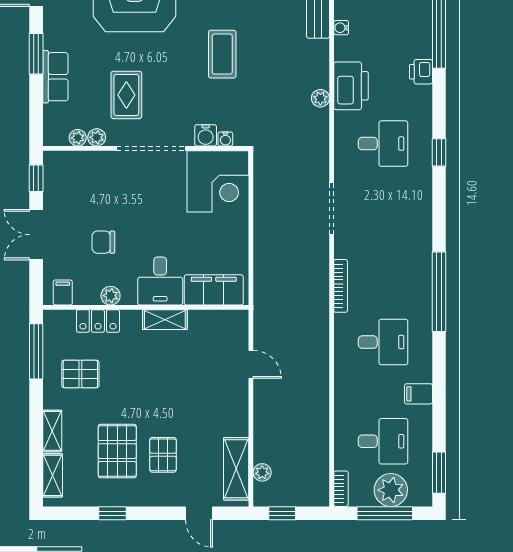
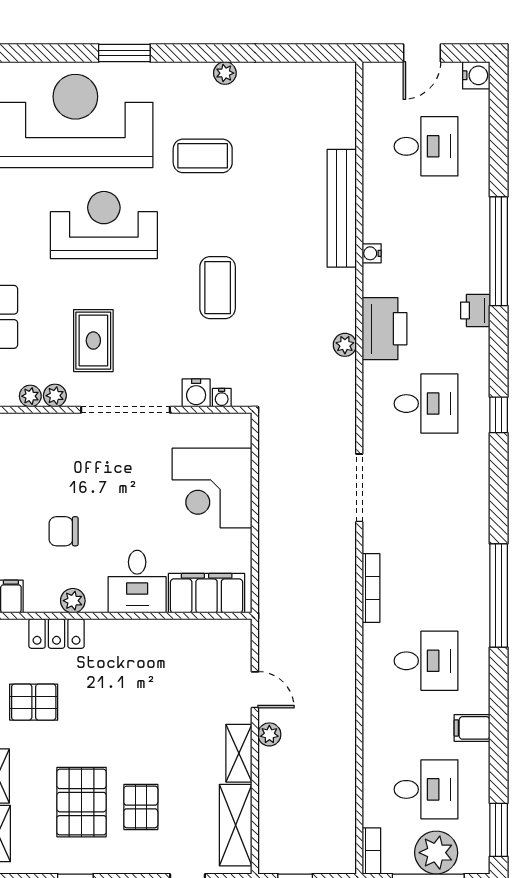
corner desk: (218, 181) -> (212, 488), moved, turned 90
shelving: (165, 320) -> (239, 753), moved, turned 90
plant: (262, 472) -> (269, 734), moved

